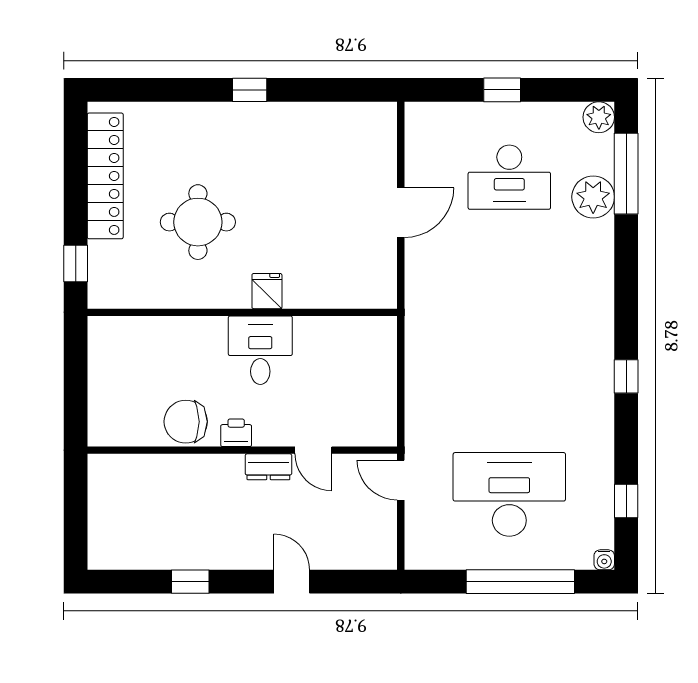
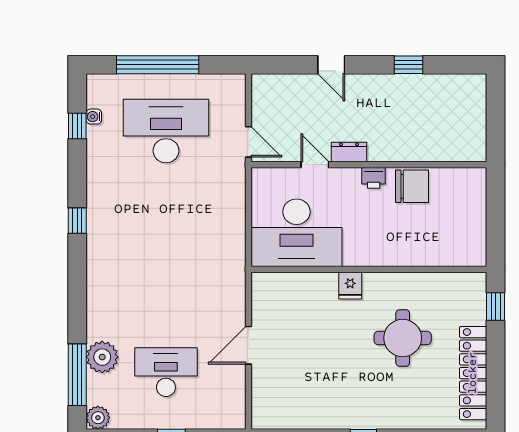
desk: (260, 350) -> (296, 233), moved, width x1.87, depth x1.30
desk: (509, 494) -> (166, 131), turned 180
water cooler: (604, 560) -> (94, 117), moved, turned -90

